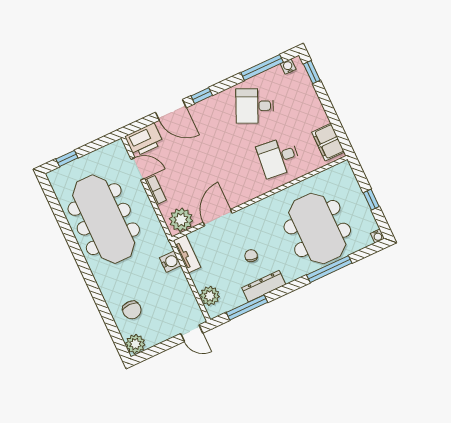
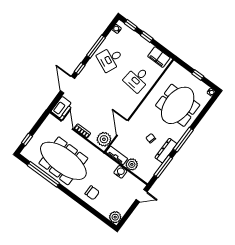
window: (262, 67) -> (96, 46), moved
window: (326, 102) -> (147, 37), added
door: (171, 110) -> (68, 85), swing flipped
door: (138, 169) -> (67, 125), hinge flipped
window: (63, 223) -> (43, 174), added
meeting table: (317, 229) -> (178, 105), turned 90
water cooler: (170, 262) -> (120, 172), moved
window: (329, 269) -> (183, 140), moved
plant: (210, 296) -> (132, 164), moved
chair: (132, 310) -> (92, 193), moved

